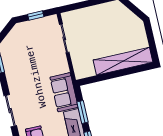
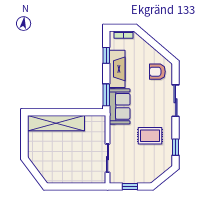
rug: (27, 70) -> (150, 136), added
window: (83, 112) -> (106, 95), moved

